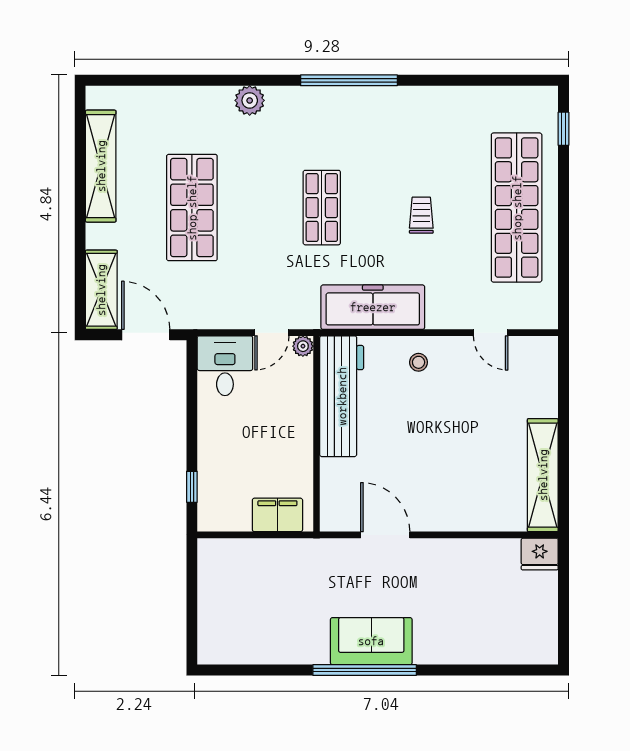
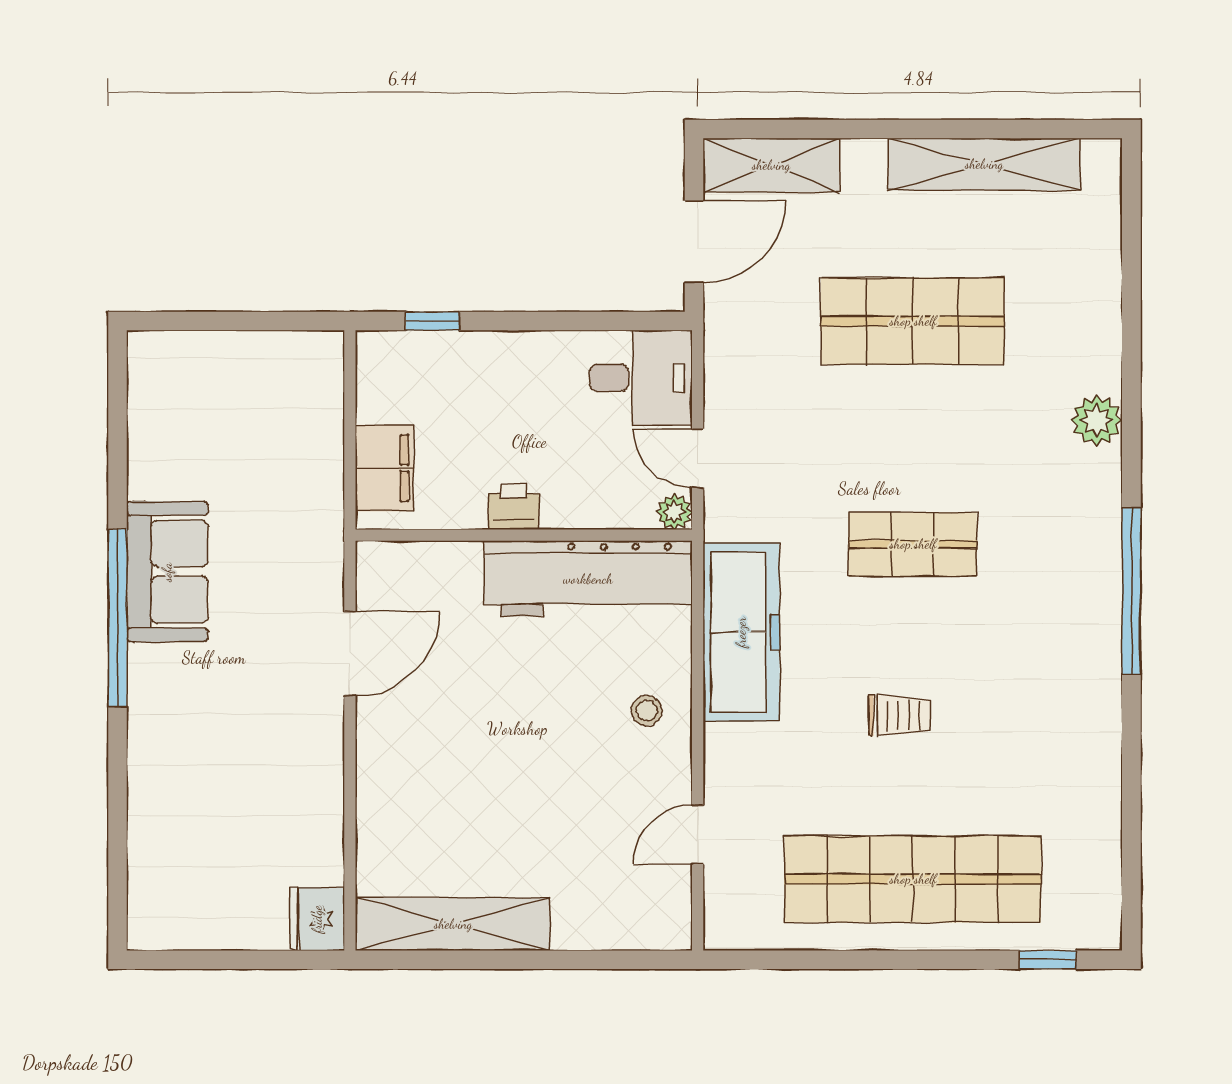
printer: (300, 440) -> (514, 507), added
sofa: (371, 641) -> (167, 572), moved

